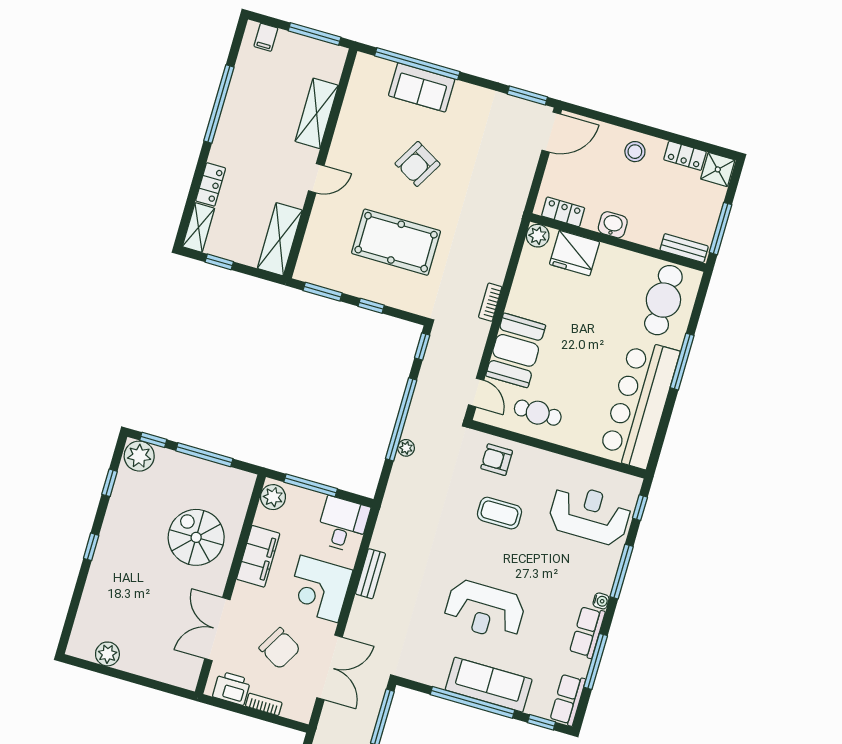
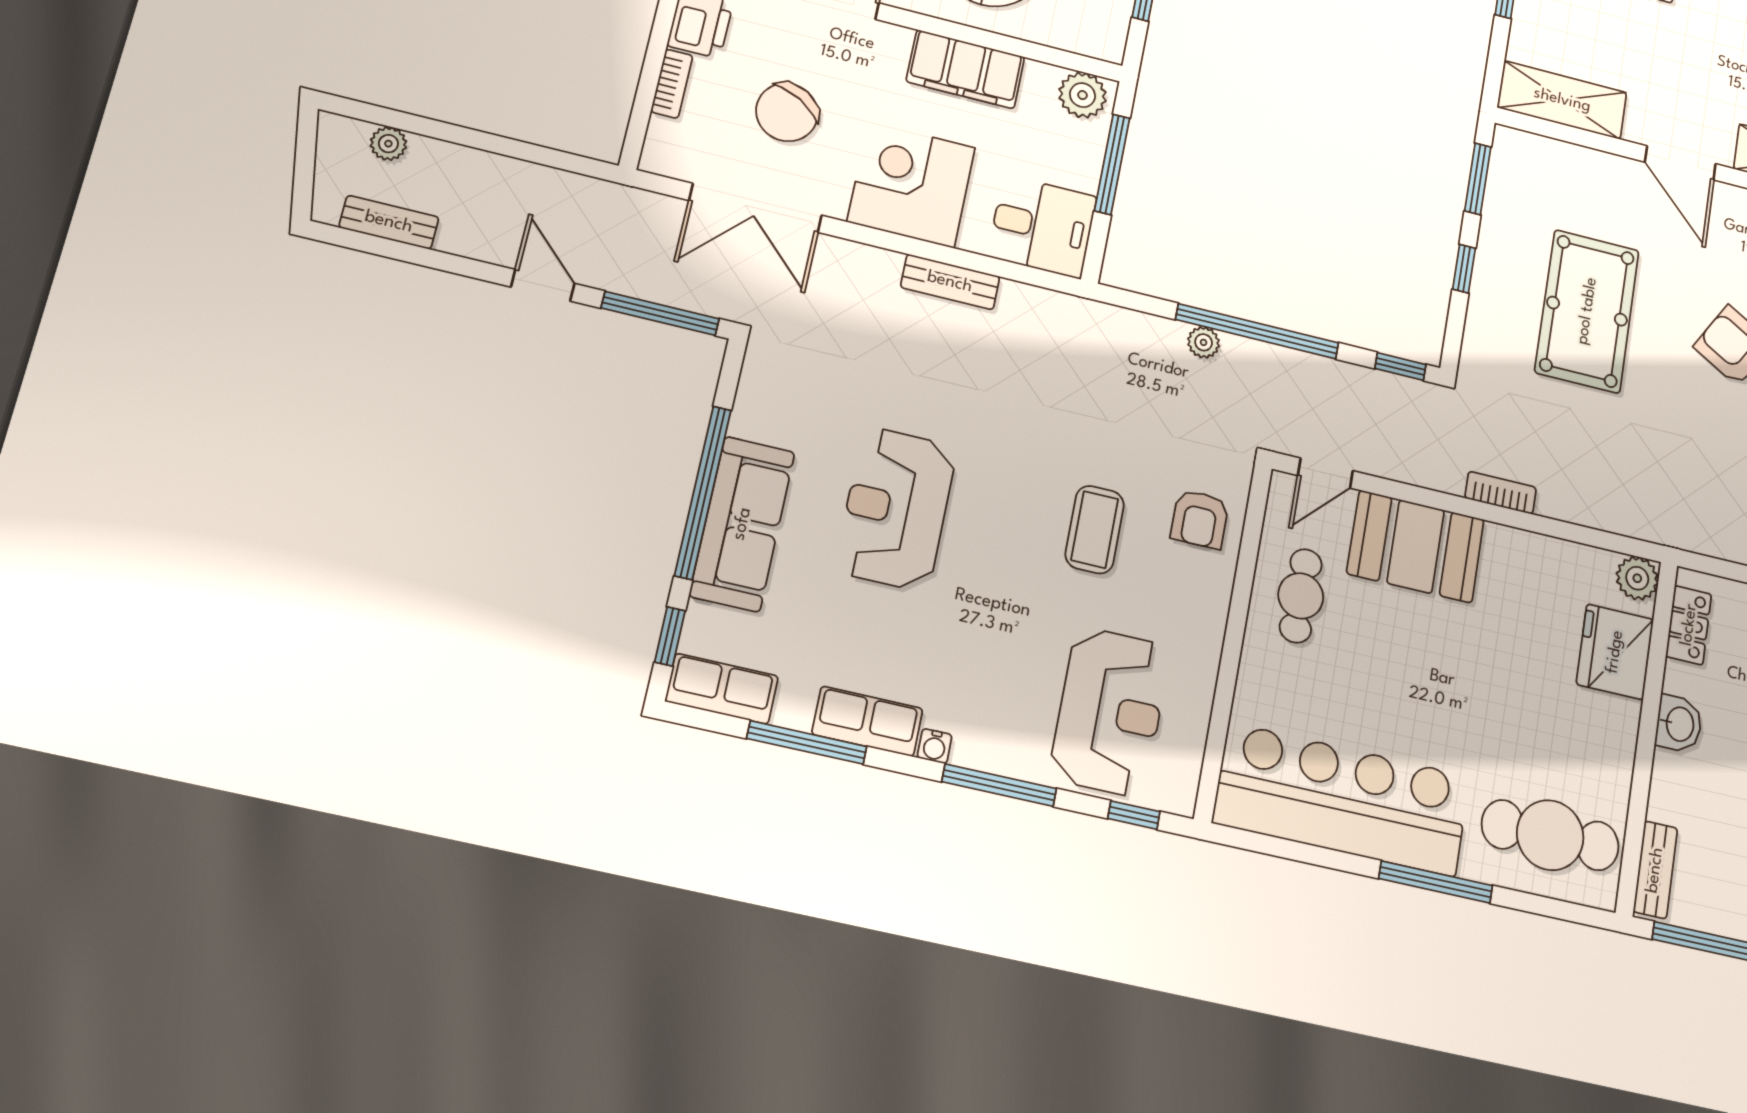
door: (316, 178) -> (1680, 163), width x1.38
armchair: (497, 460) -> (1200, 519), turned 180

